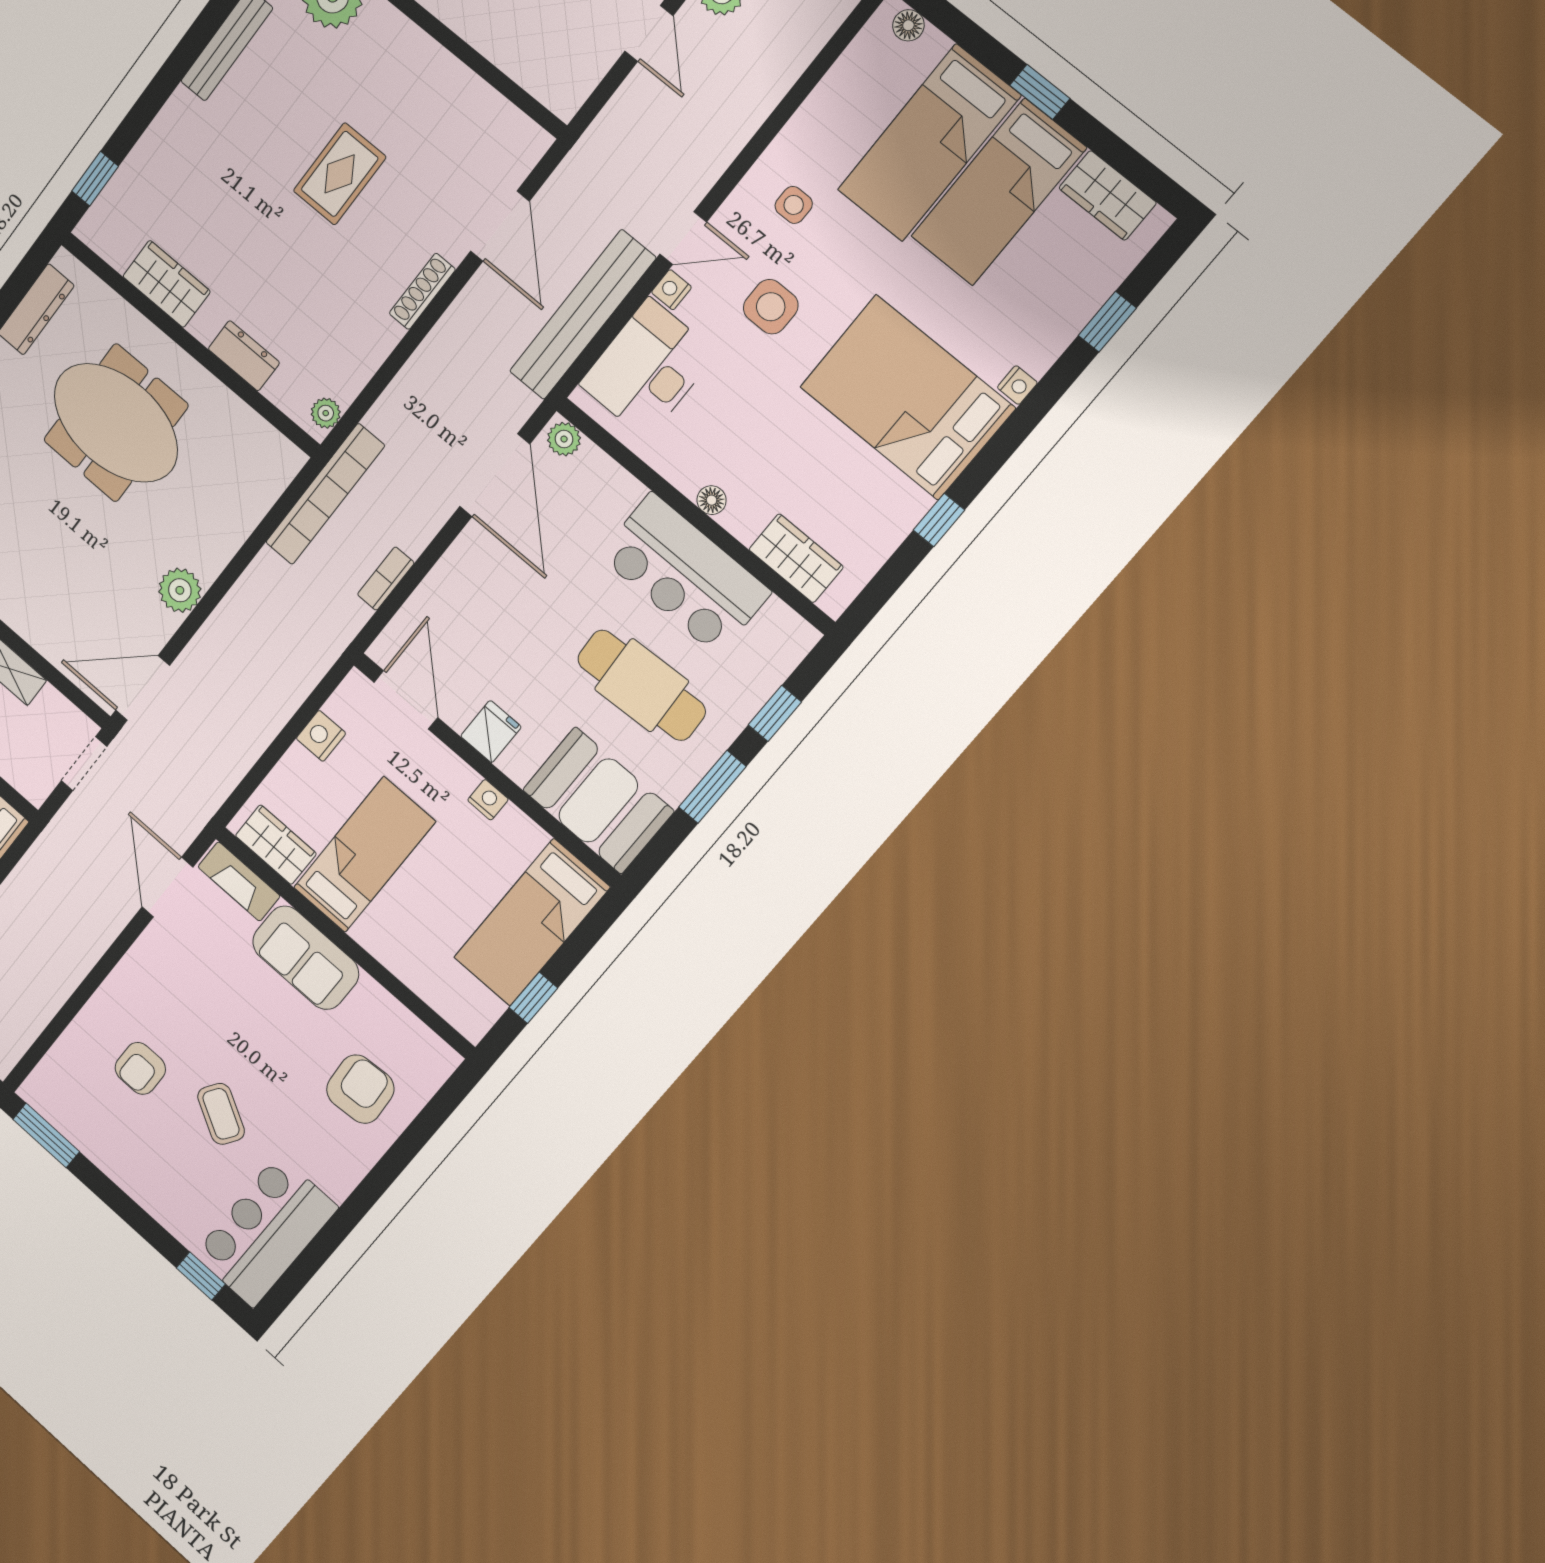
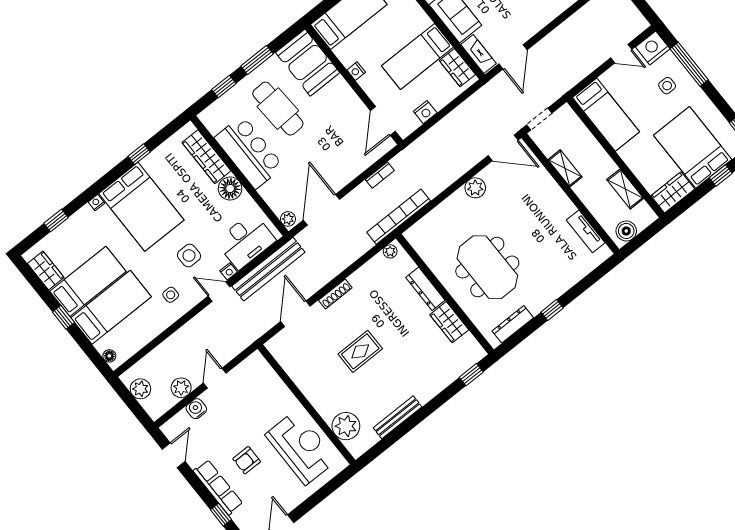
dresser: (244, 356) -> (425, 289), width x1.44
floor lamp: (712, 500) -> (230, 188), width x1.89, depth x1.89
wardrobe: (796, 558) -> (206, 157), width x1.50
fridge: (491, 732) -> (348, 100), removed

